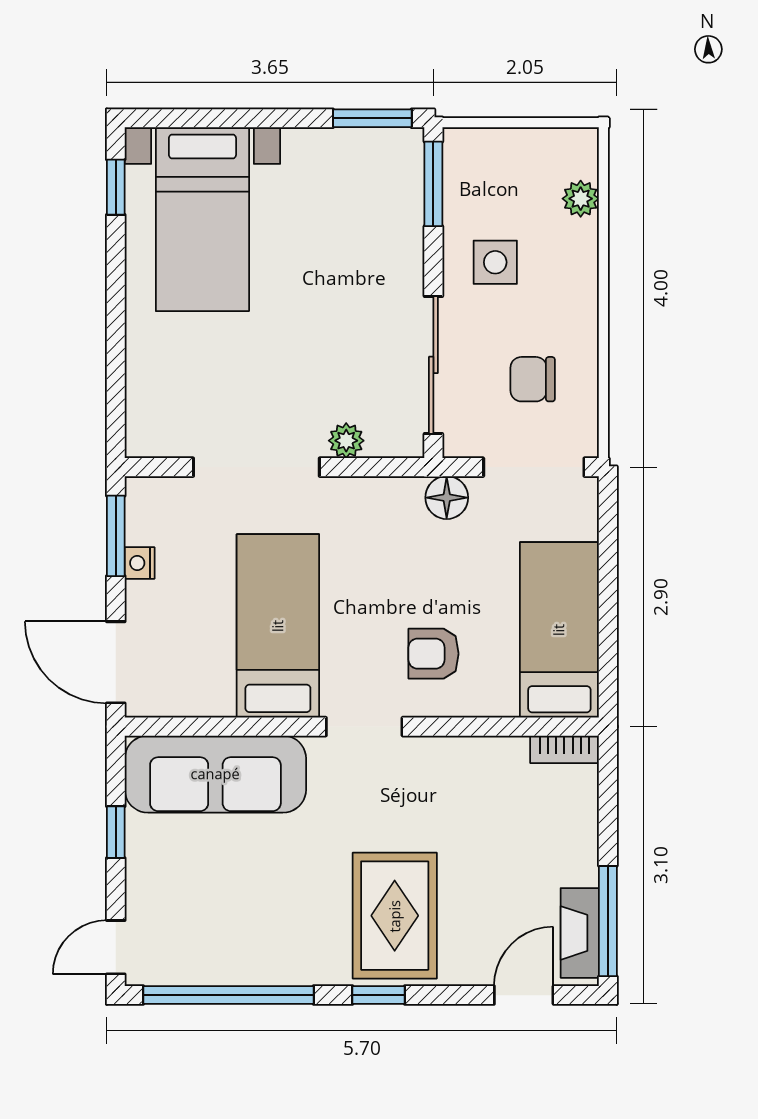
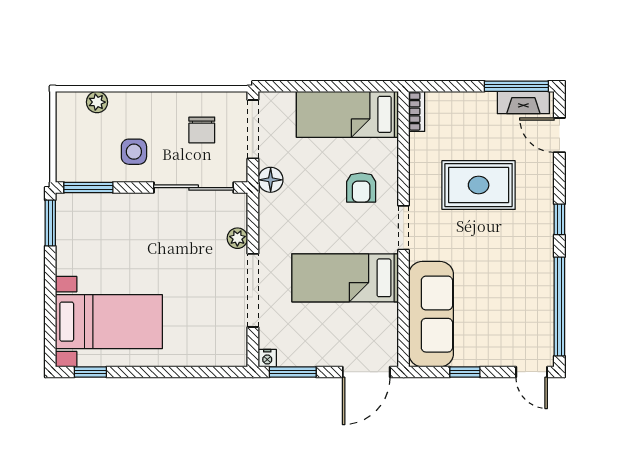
nightstand: (140, 563) -> (267, 358), moved
rug: (395, 916) -> (479, 185), moved

